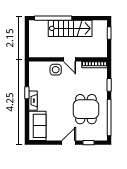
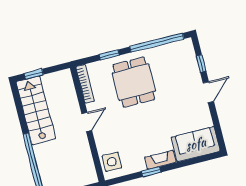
stairs: (70, 28) -> (36, 110), moved
side table: (56, 70) -> (112, 162), moved
dining table: (86, 109) -> (134, 82), moved, turned 90
door: (69, 143) -> (208, 92), swing flipped

